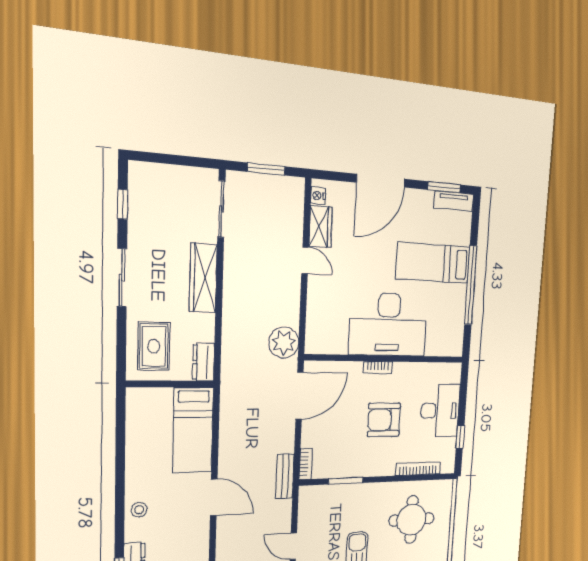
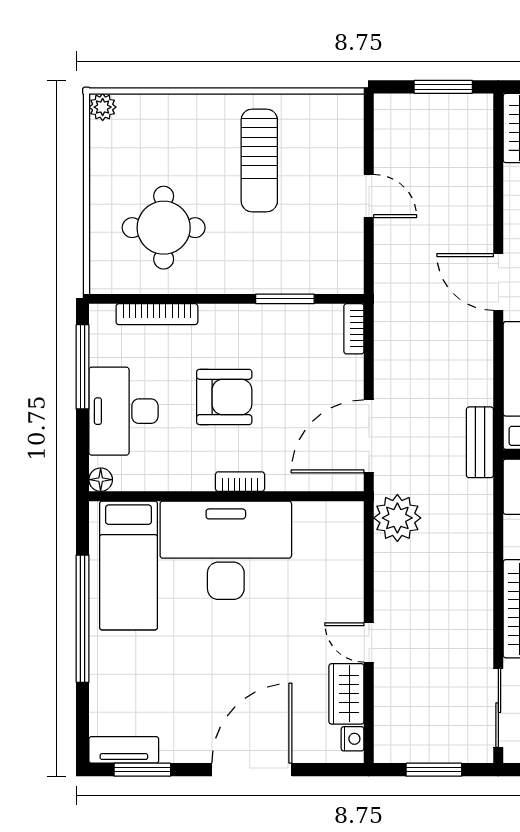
bed: (433, 263) -> (128, 566), moved, turned 90
floor lamp: (455, 370) -> (101, 480), added
window: (460, 437) -> (82, 367), width x2.17
bench: (285, 476) -> (480, 442), moved

